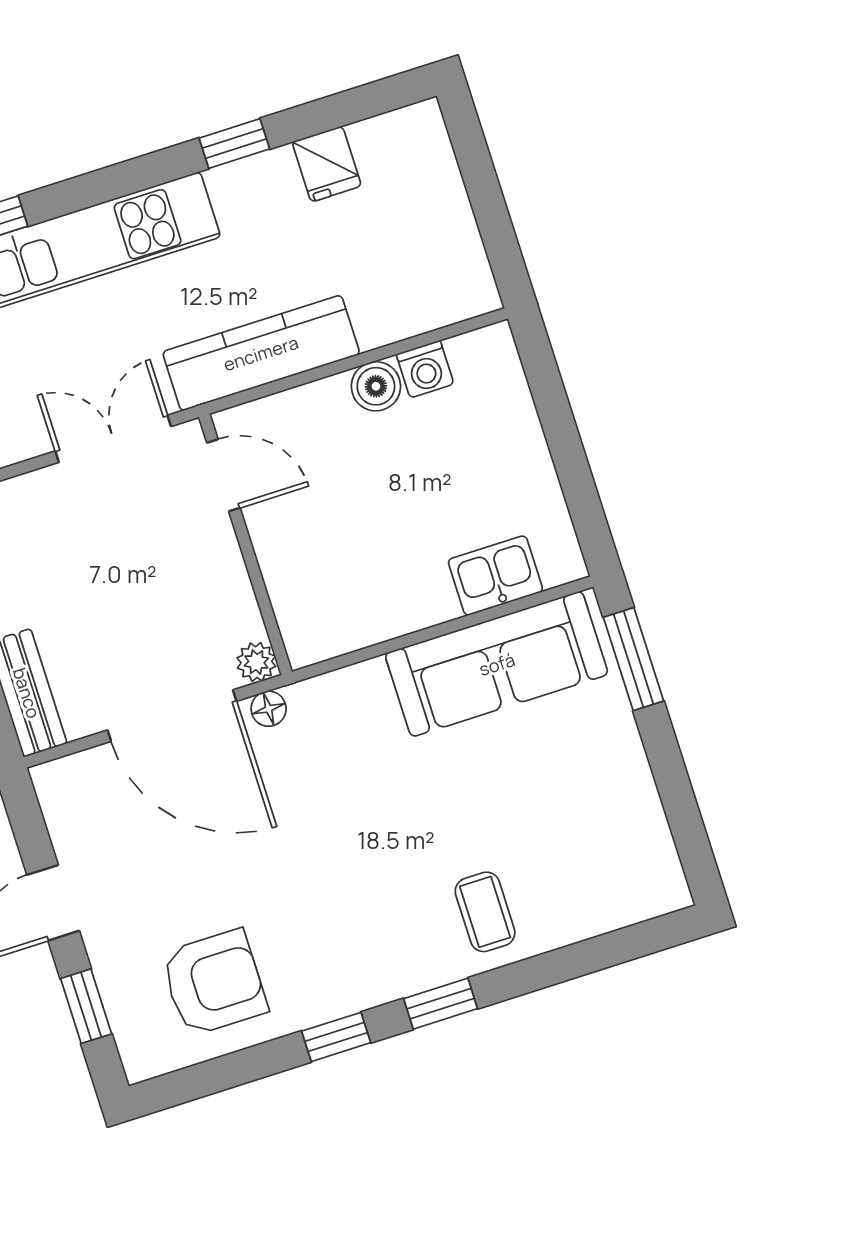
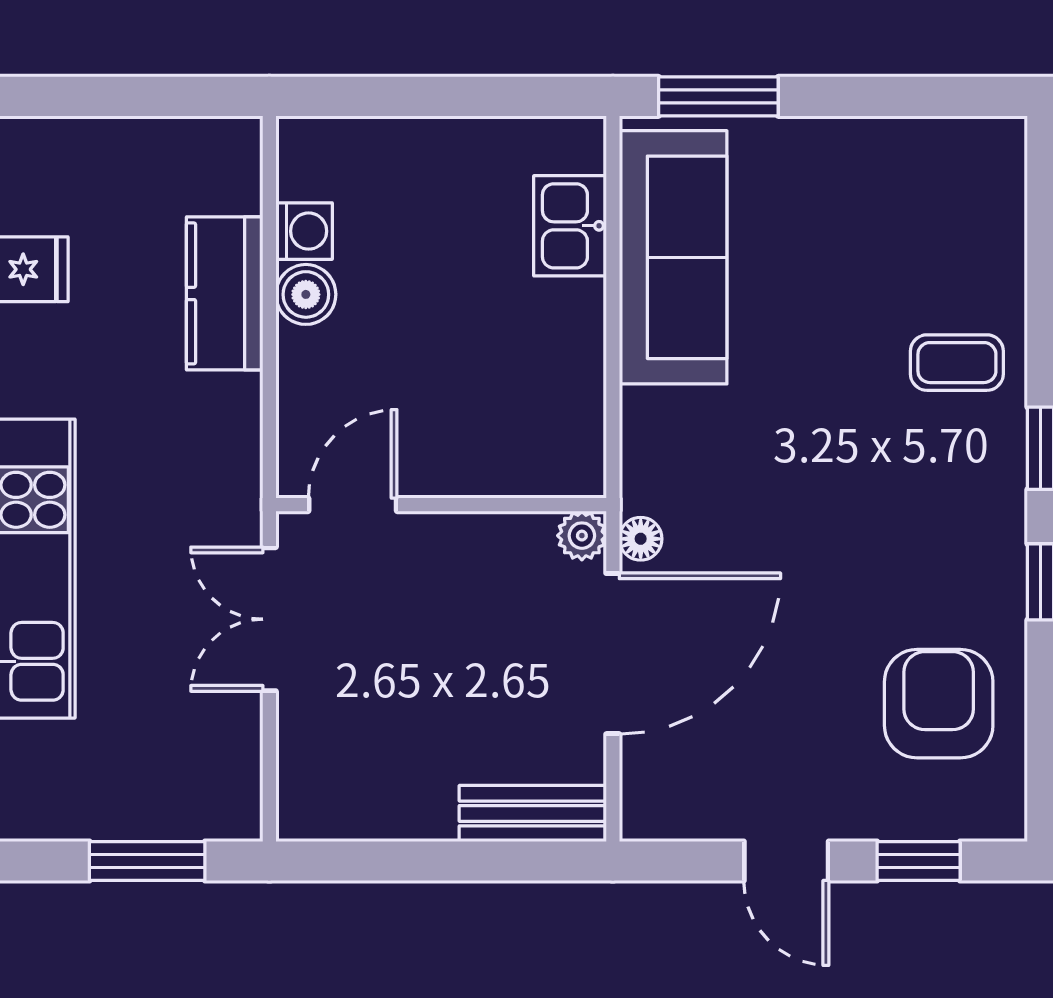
kitchen counter: (261, 353) -> (225, 293), moved, width x0.67

